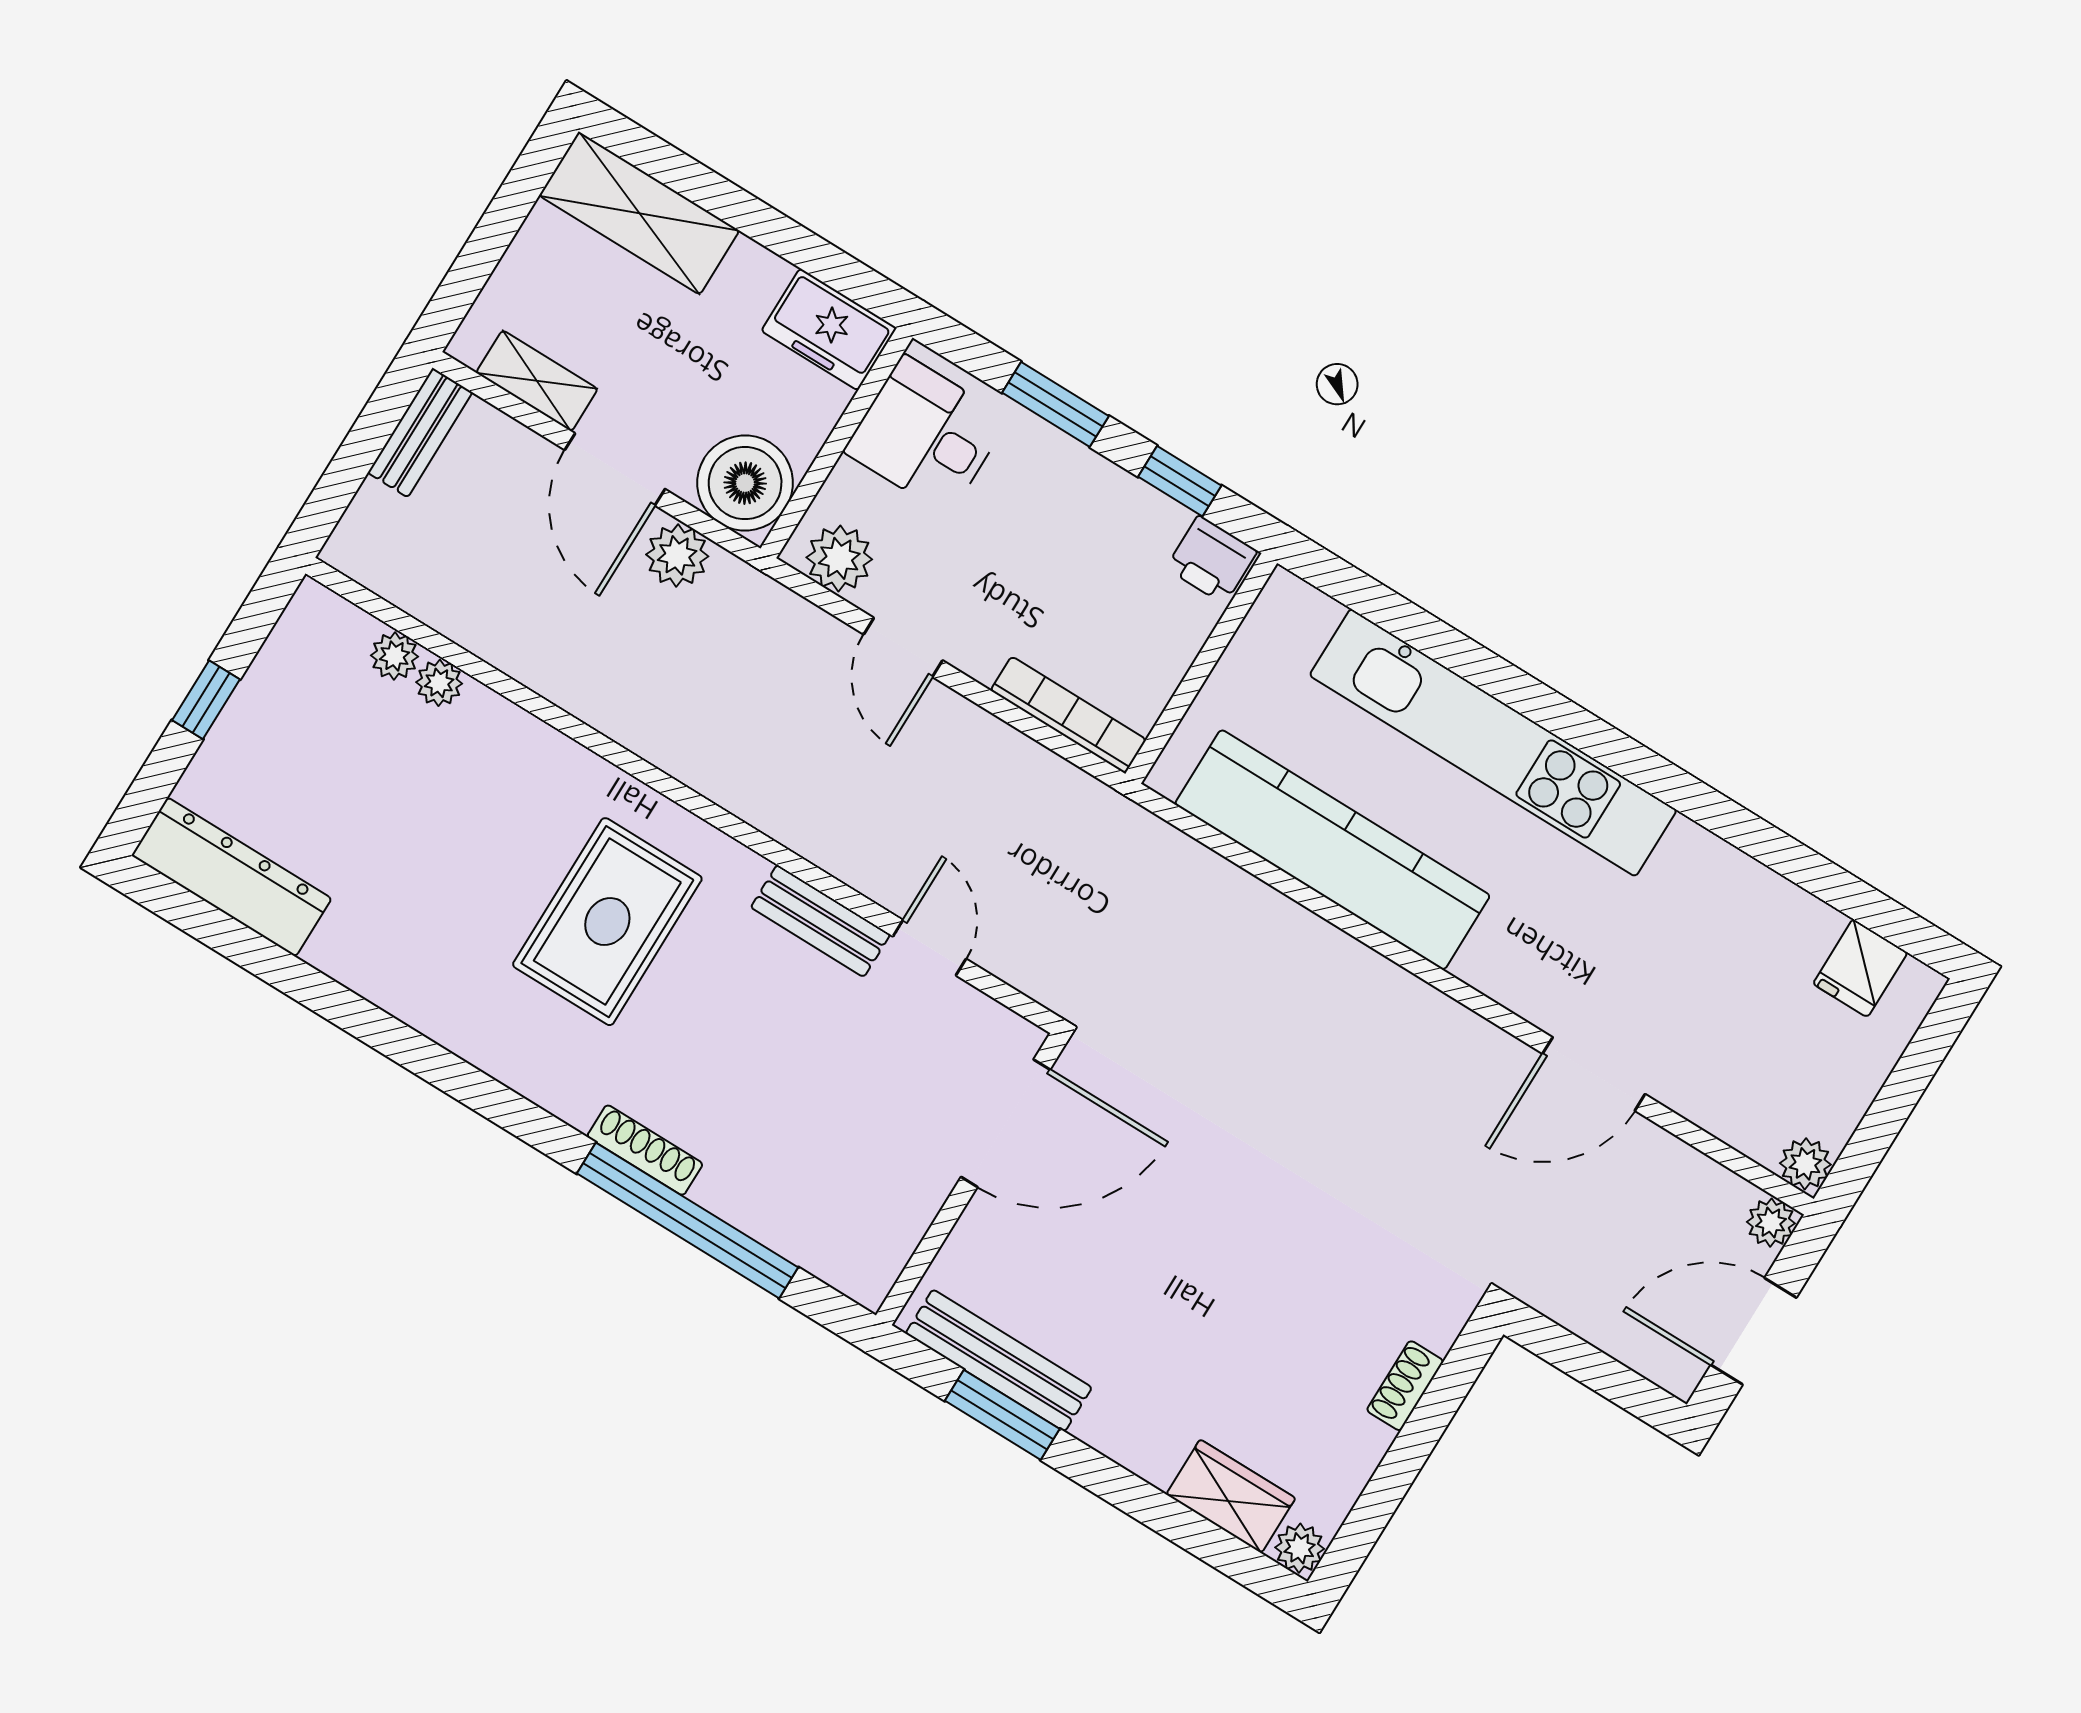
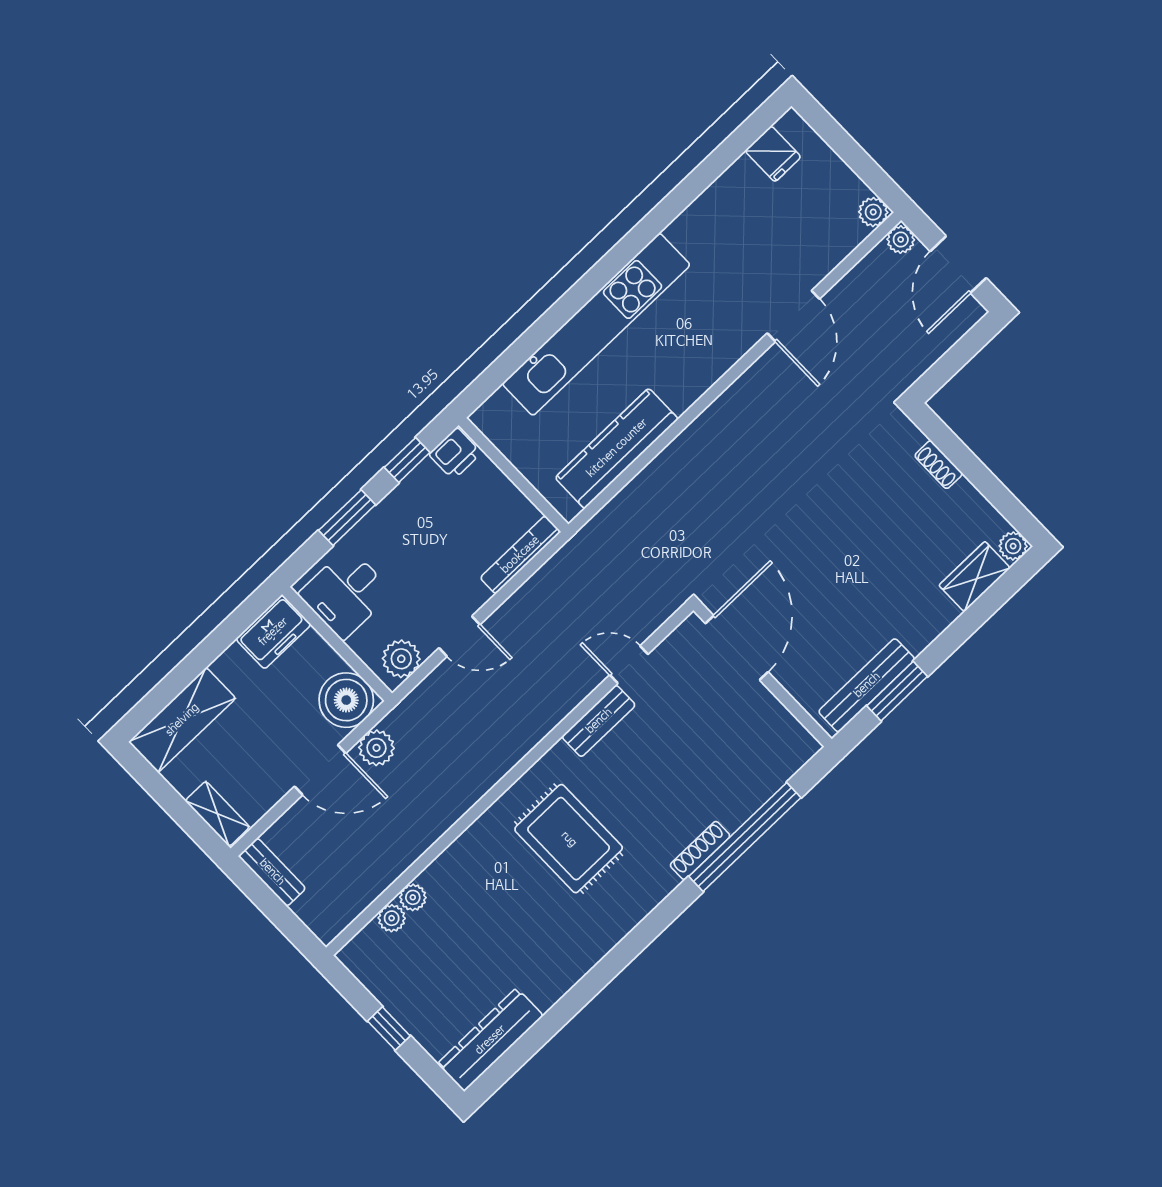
shelving: (537, 381) -> (217, 814), moved, turned 90
kitchen counter: (1332, 850) -> (617, 448), width x0.72, depth x0.86

